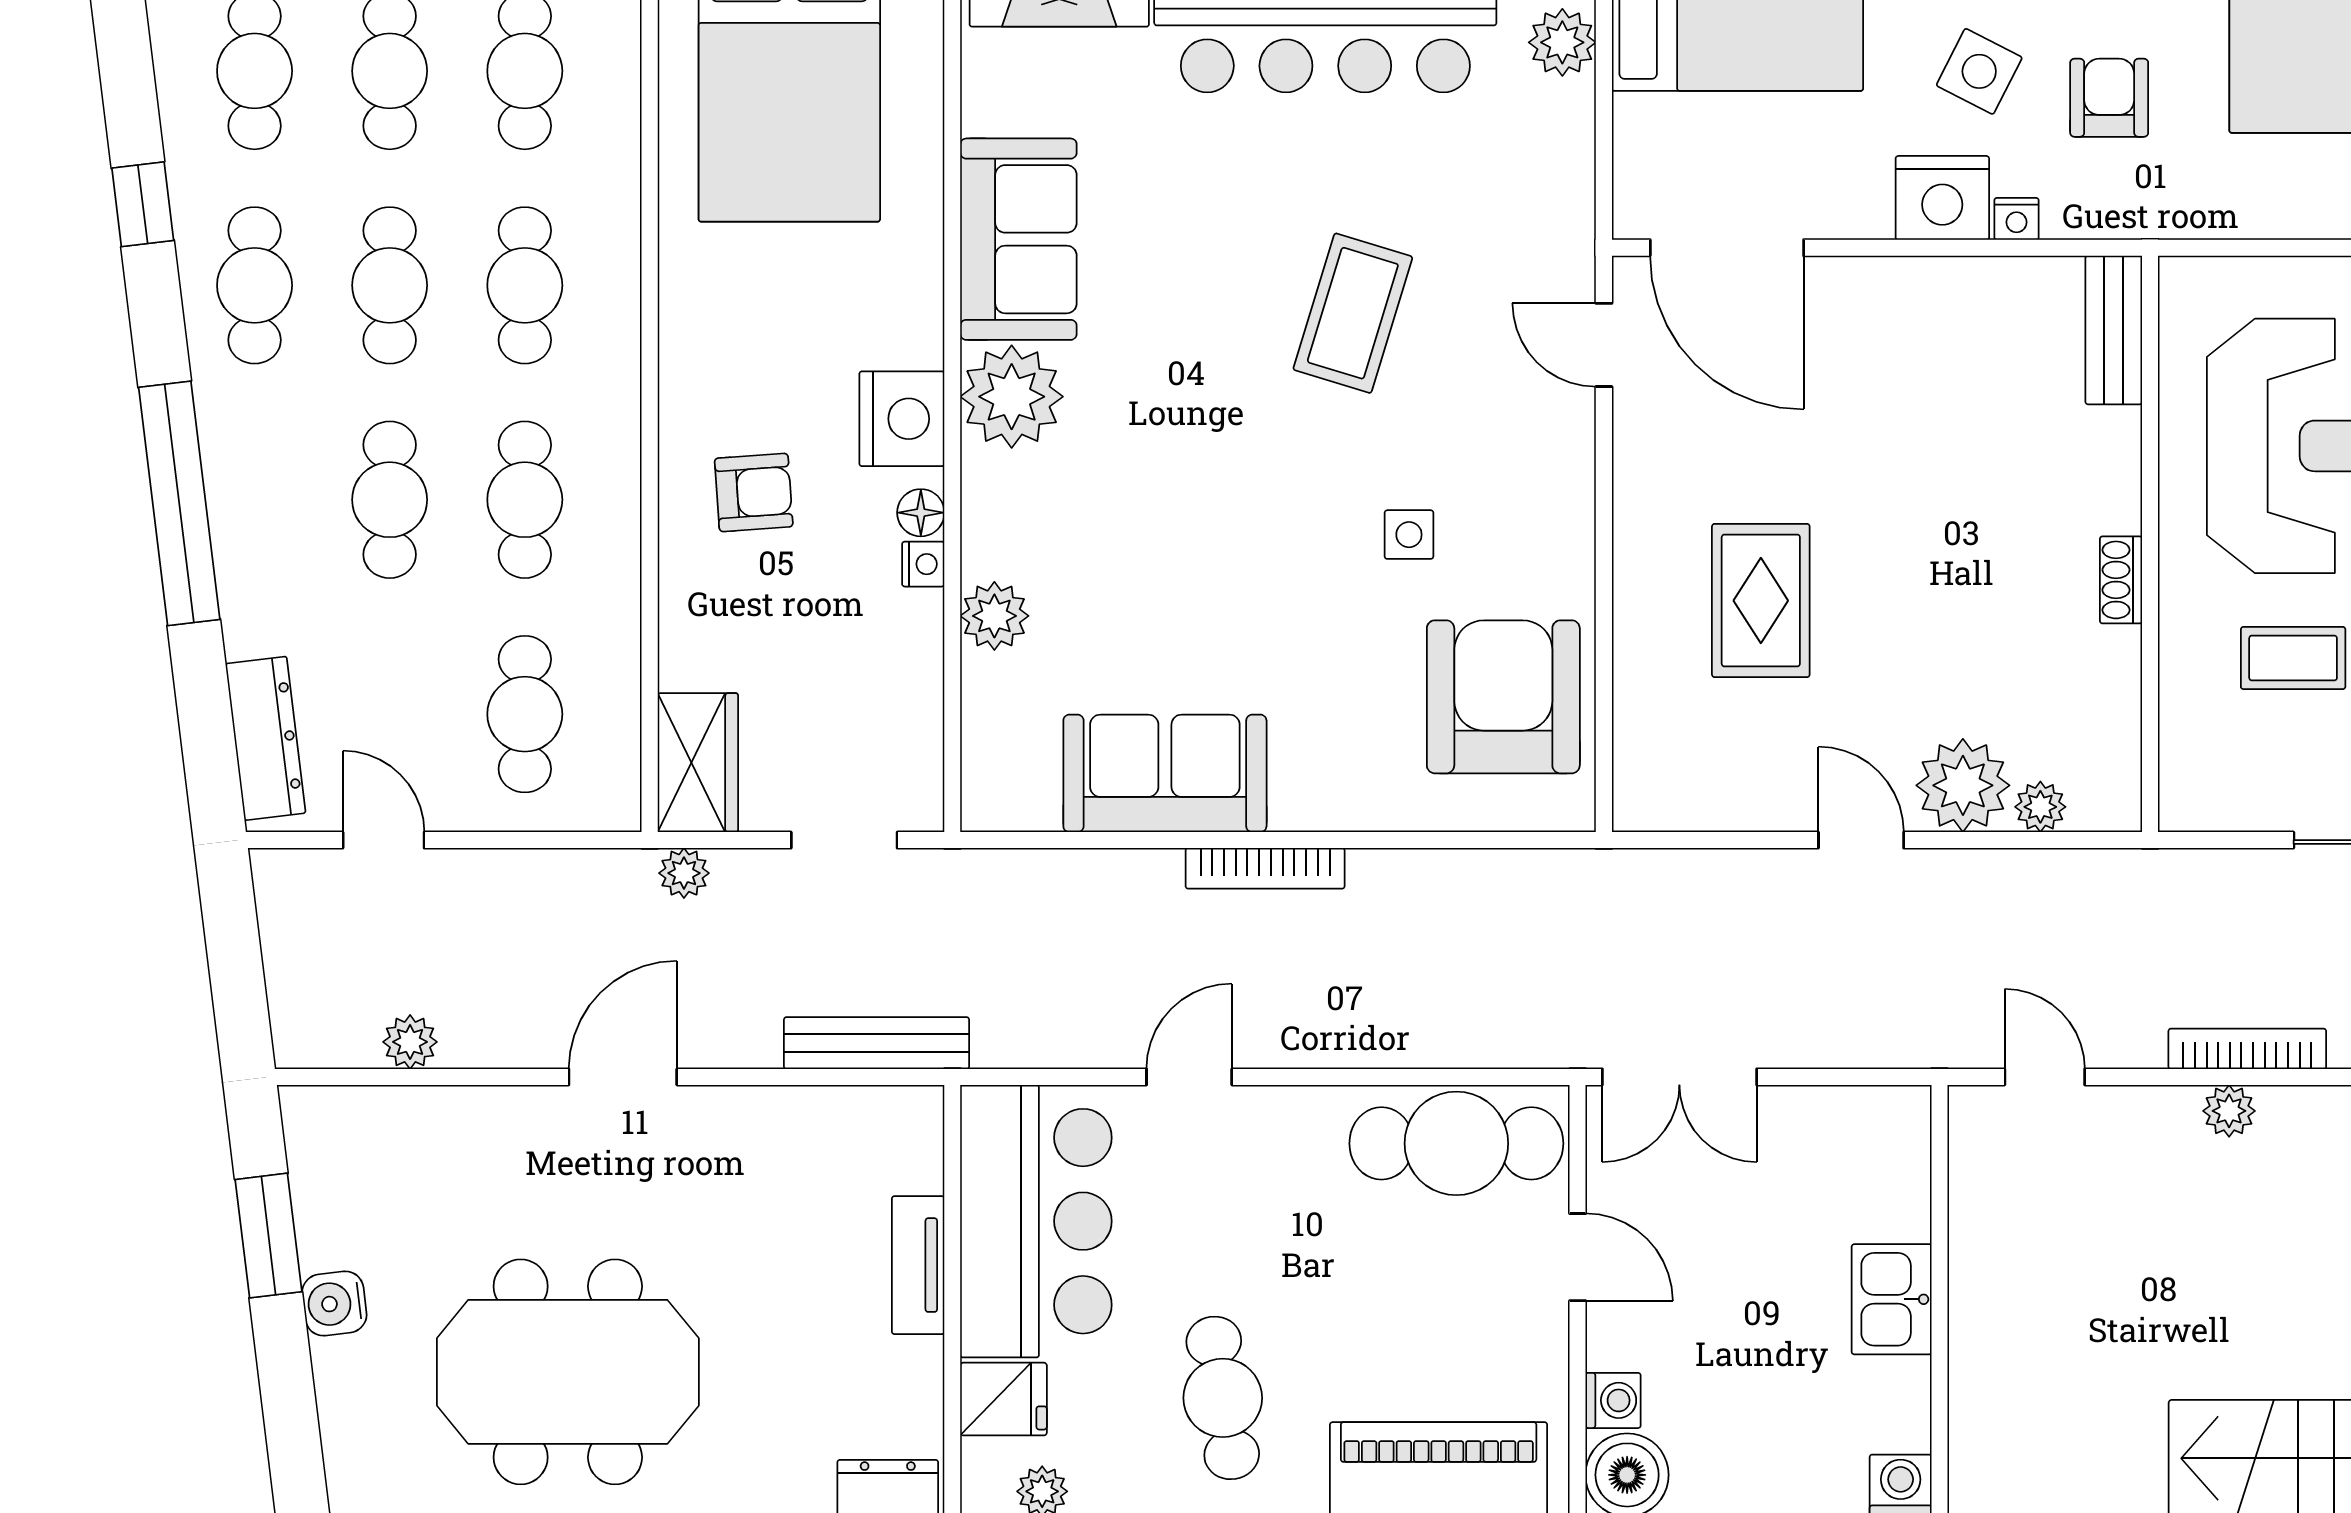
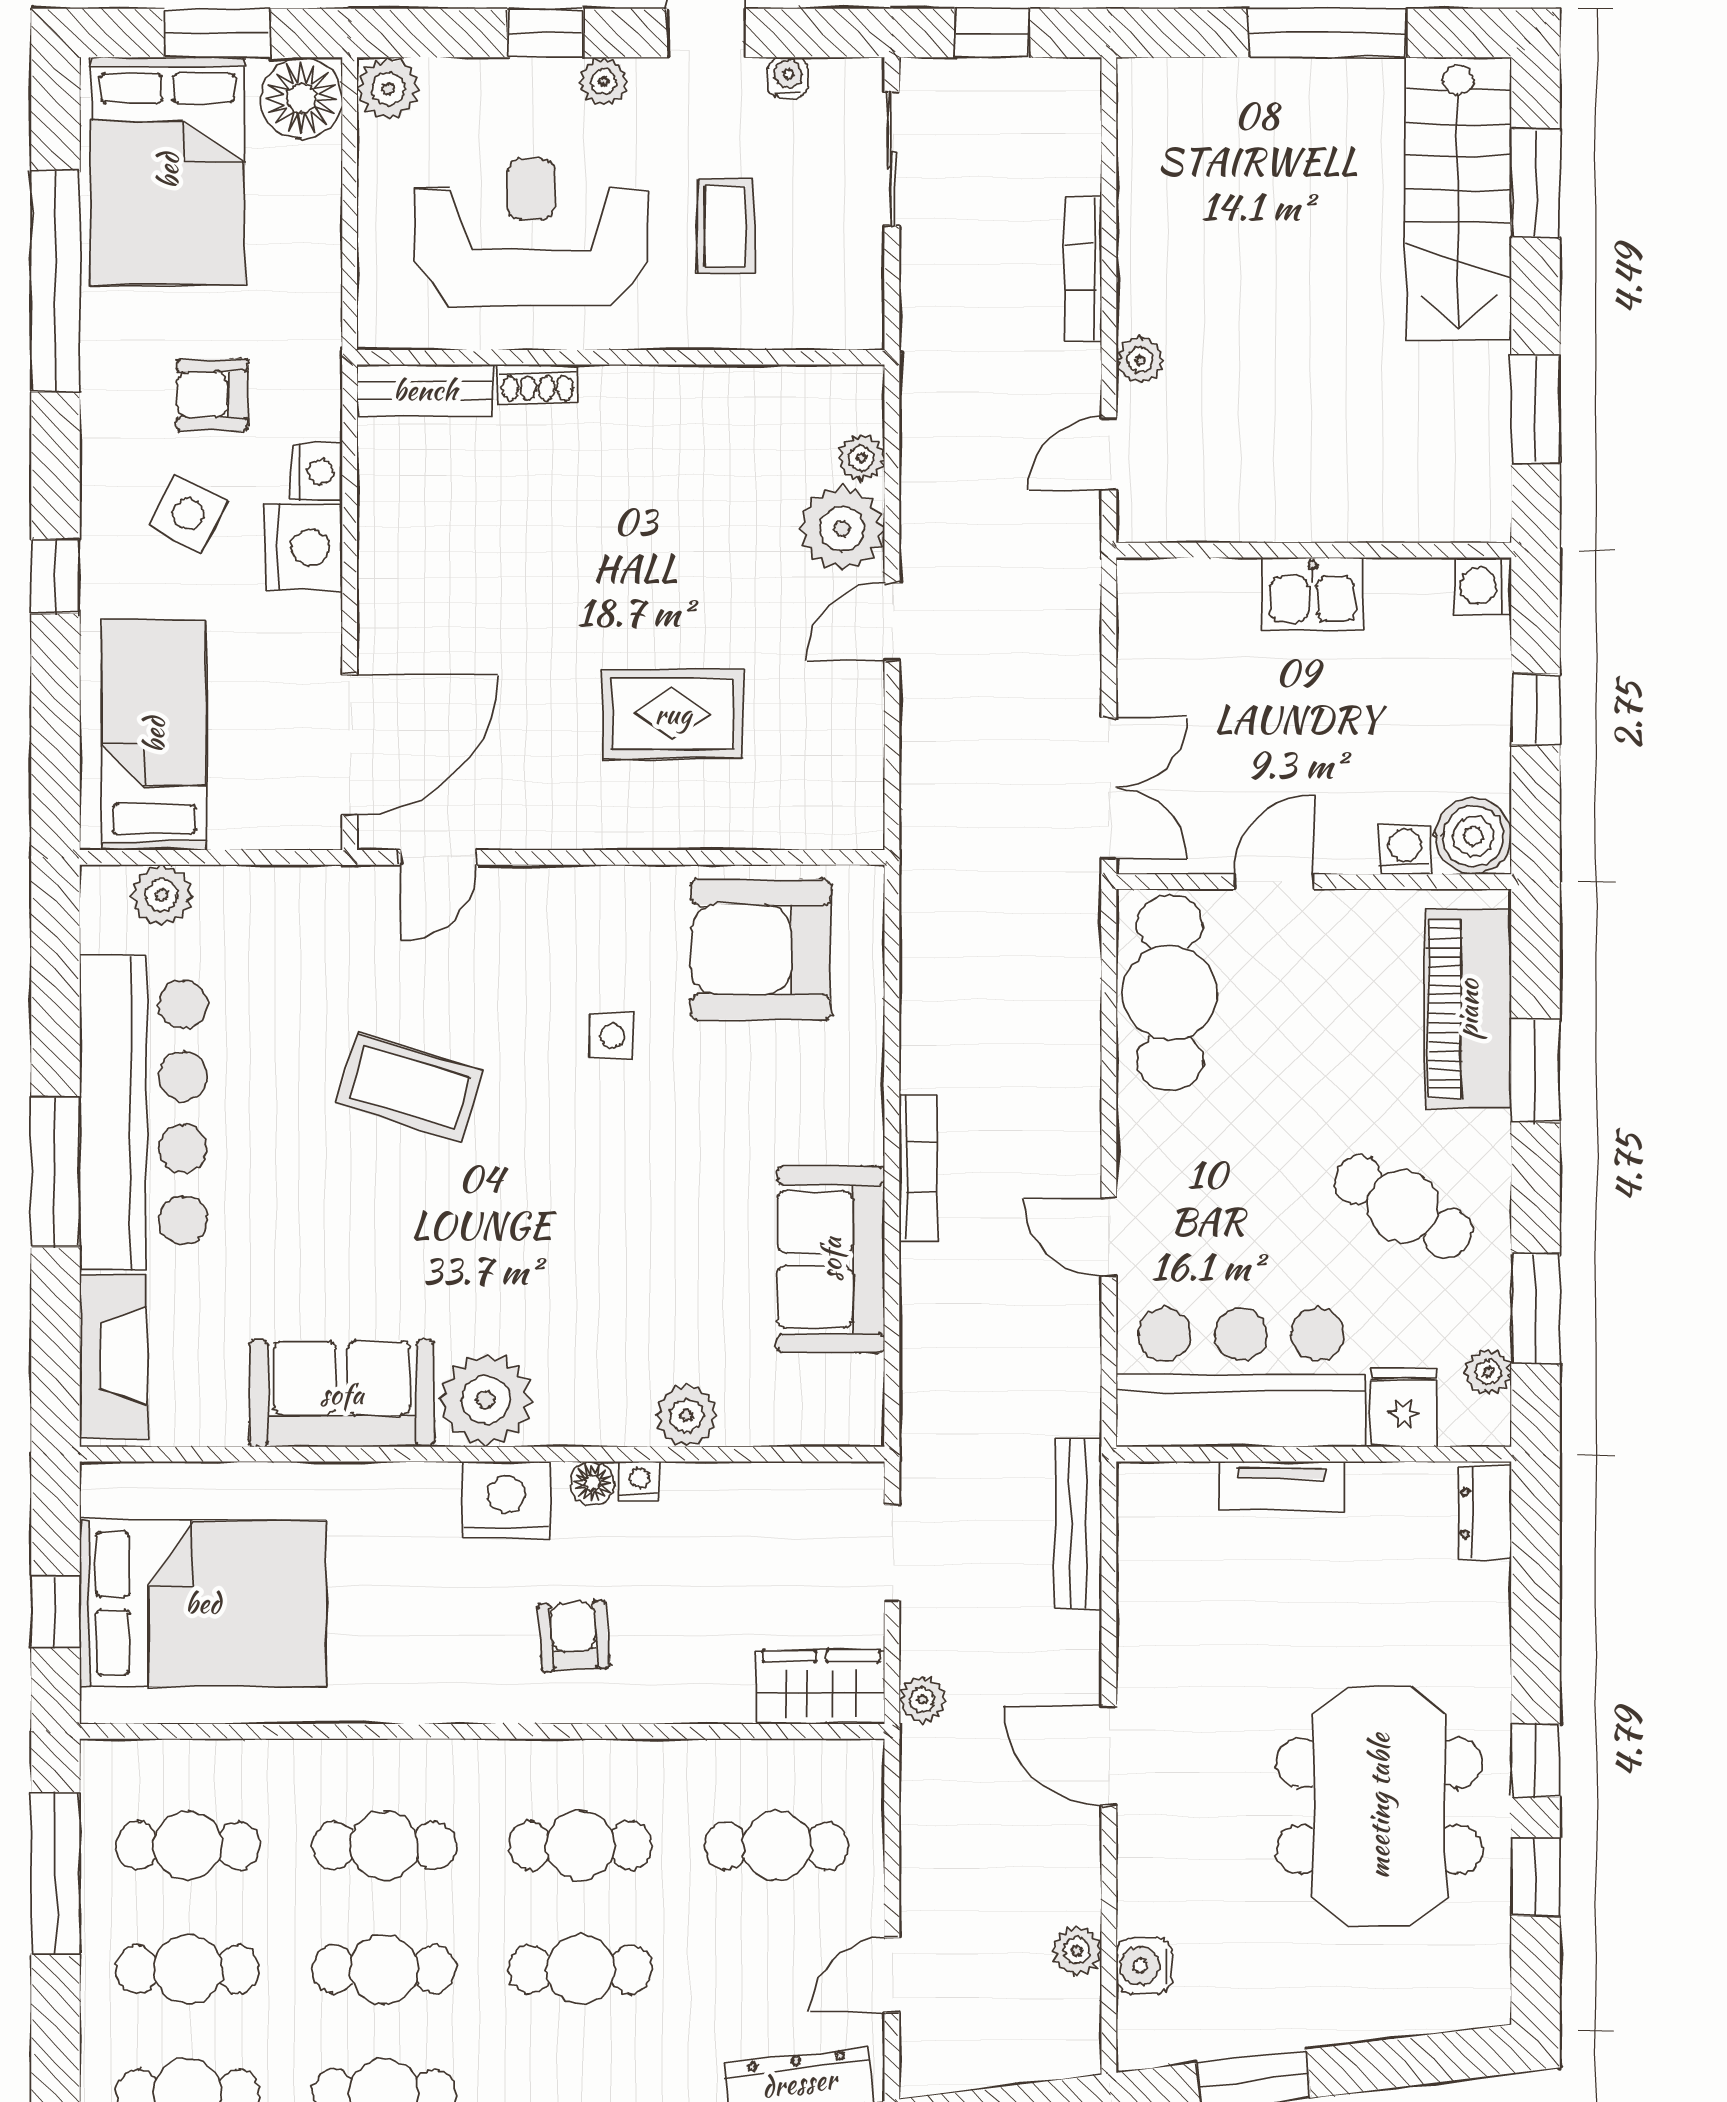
nightstand: (2017, 219) -> (316, 472), width x1.39, depth x1.35
shoe rack: (2121, 580) -> (538, 384), moved
plant: (2229, 1111) -> (1140, 360), moved
water cooler: (334, 1303) -> (1144, 1966), moved, turned 97
cafe table: (1223, 1398) -> (1403, 1206), turned 40

